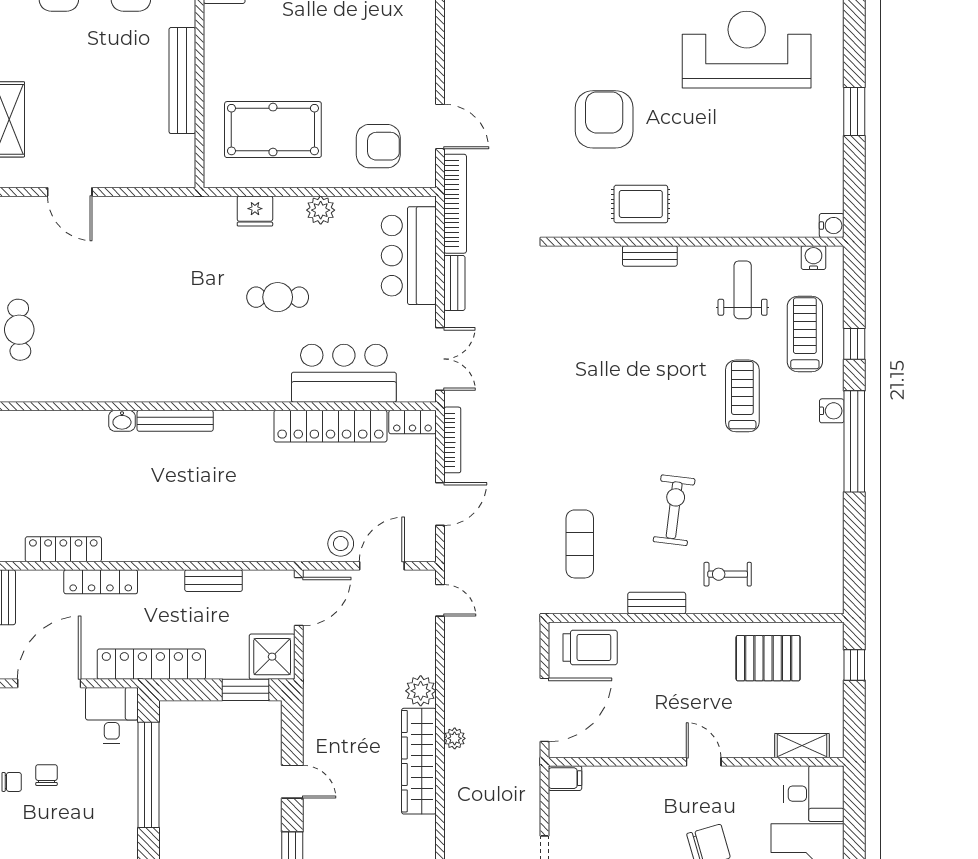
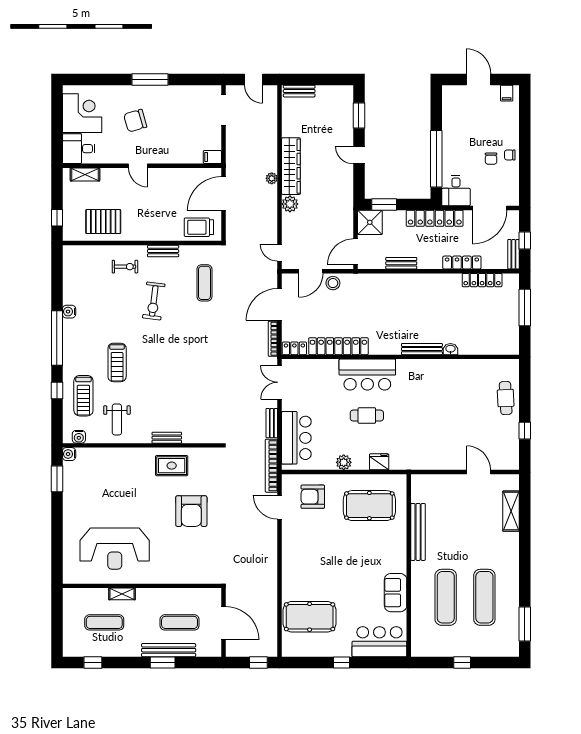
window: (854, 111) -> (57, 479), moved
bar counter: (344, 373) -> (367, 375), moved
water cooler: (832, 411) -> (69, 312), moved
door: (440, 504) -> (280, 304), width x1.36

